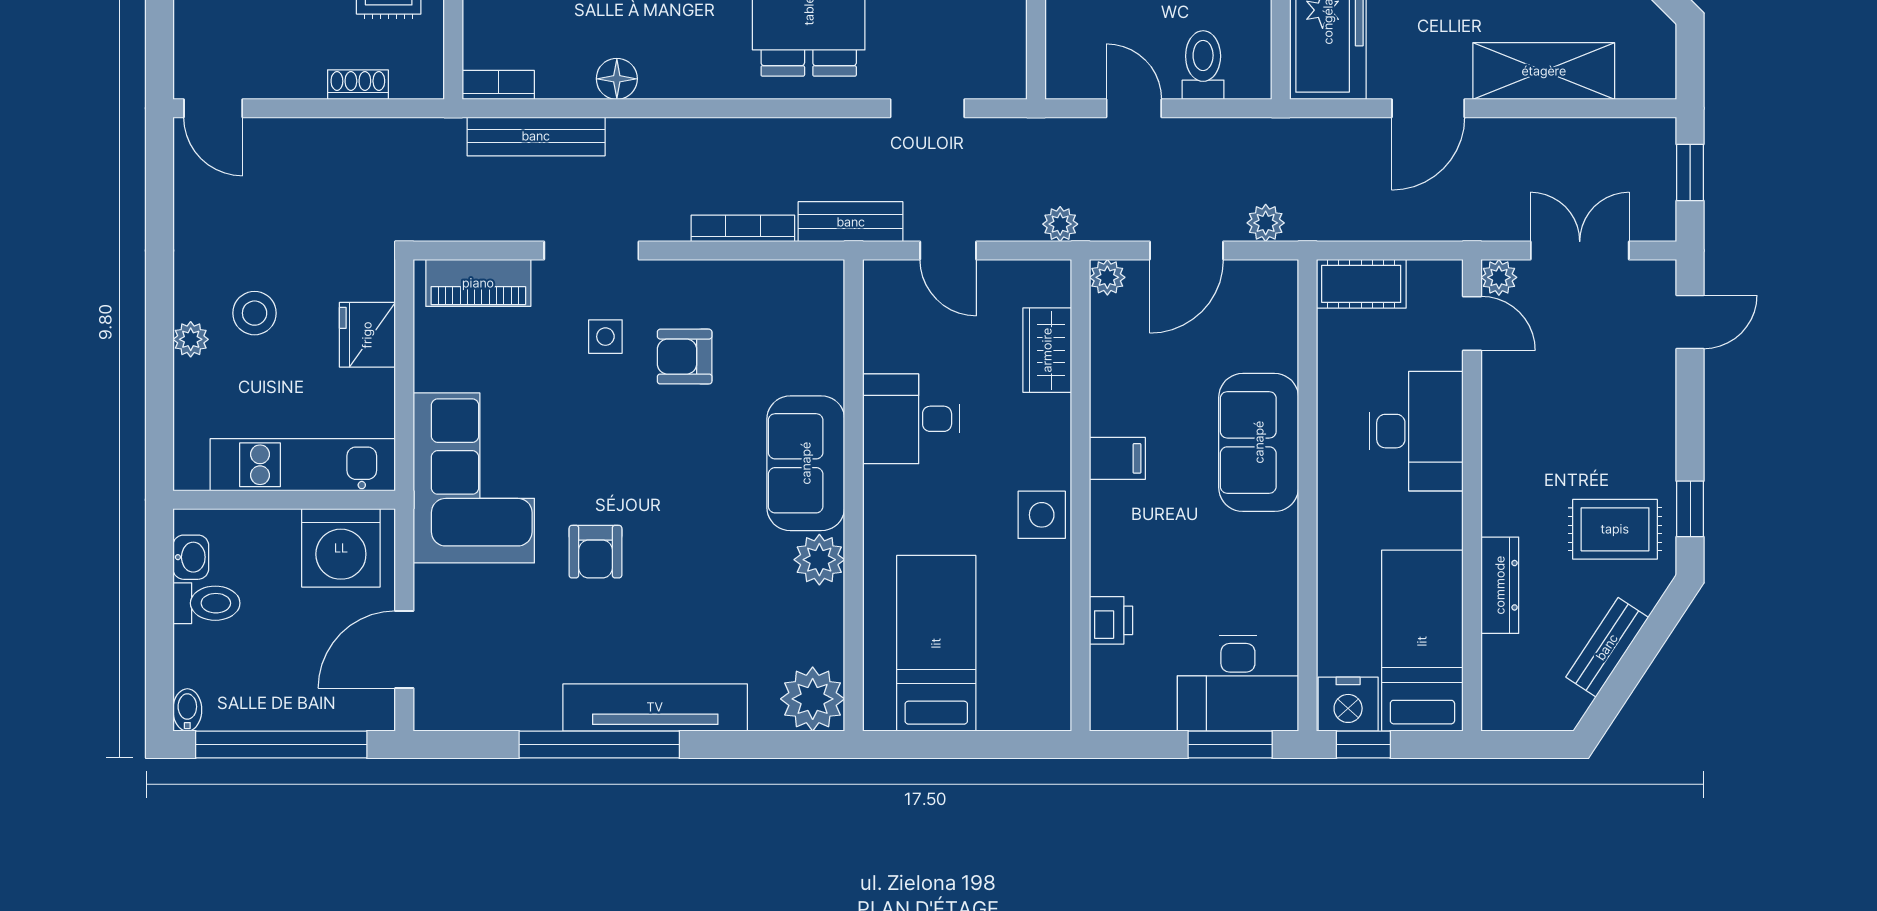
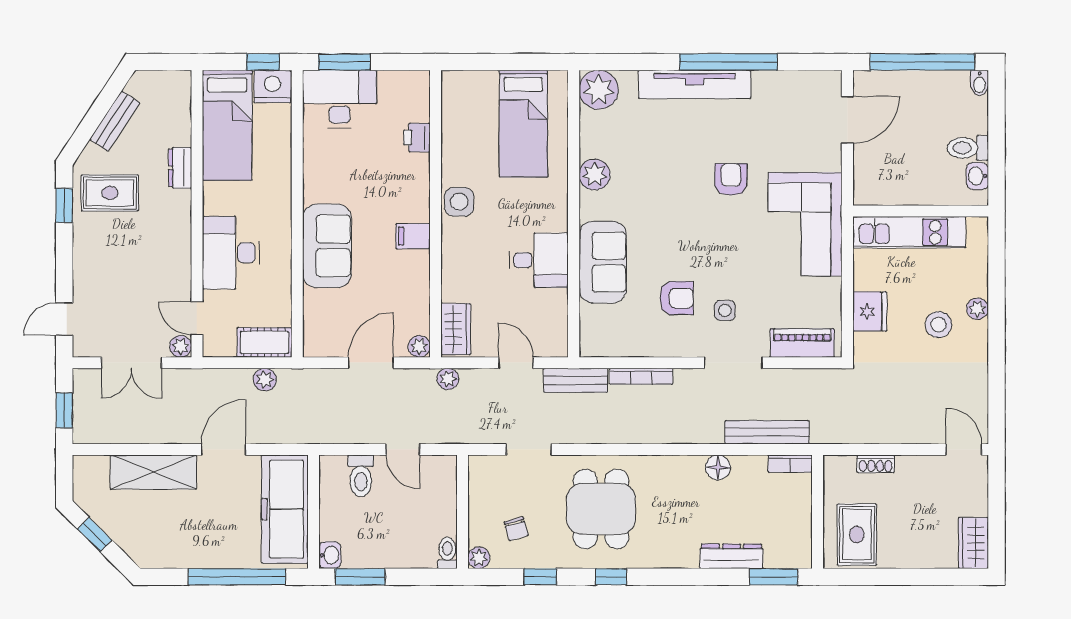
plant: (1266, 223) -> (265, 380), moved
wardrobe: (1047, 350) -> (456, 329), moved
sofa: (806, 463) -> (603, 262), moved
washing machine: (341, 548) -> (886, 182), removed
dresser: (1500, 585) -> (180, 168), width x0.70

